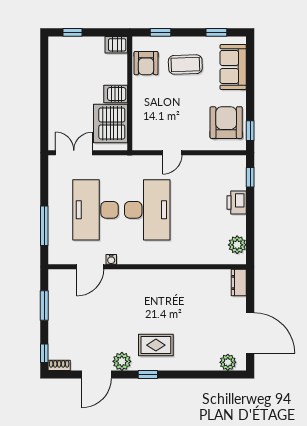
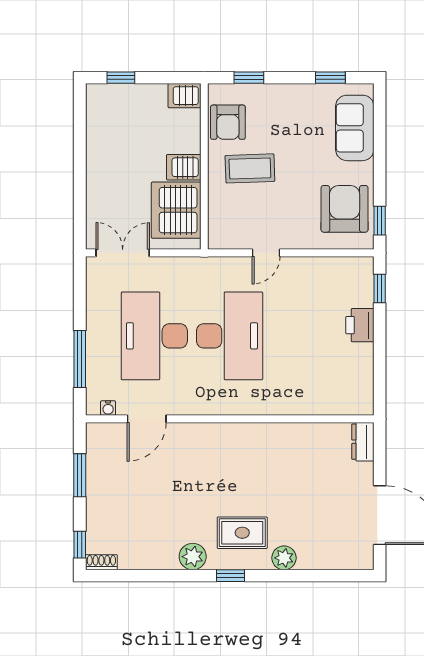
coffee table: (185, 65) -> (250, 168), moved
plant: (237, 245) -> (361, 387), removed
water cooler: (111, 259) -> (108, 408), moved
plant: (228, 362) -> (284, 558), moved
door: (96, 375) -> (156, 576), removed

